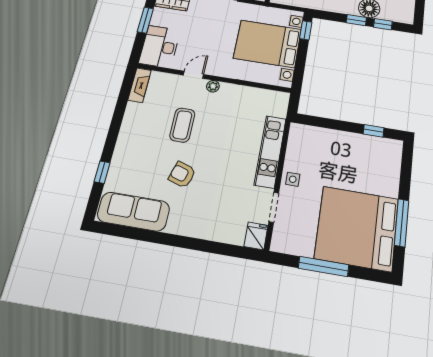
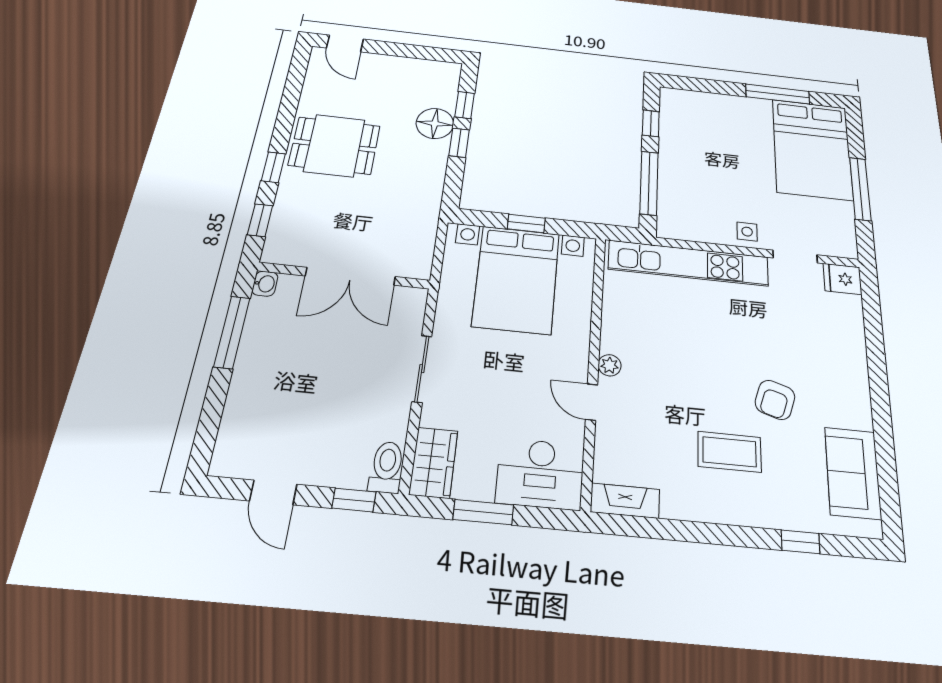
window: (306, 30) -> (526, 224), moved
window: (329, 124) -> (649, 183), added
coffee table: (182, 125) -> (729, 452), moved
kitchen unit: (270, 151) -> (689, 263), width x1.36
sofa: (133, 212) -> (853, 473), width x0.73
bed: (357, 228) -> (812, 149), width x0.73

